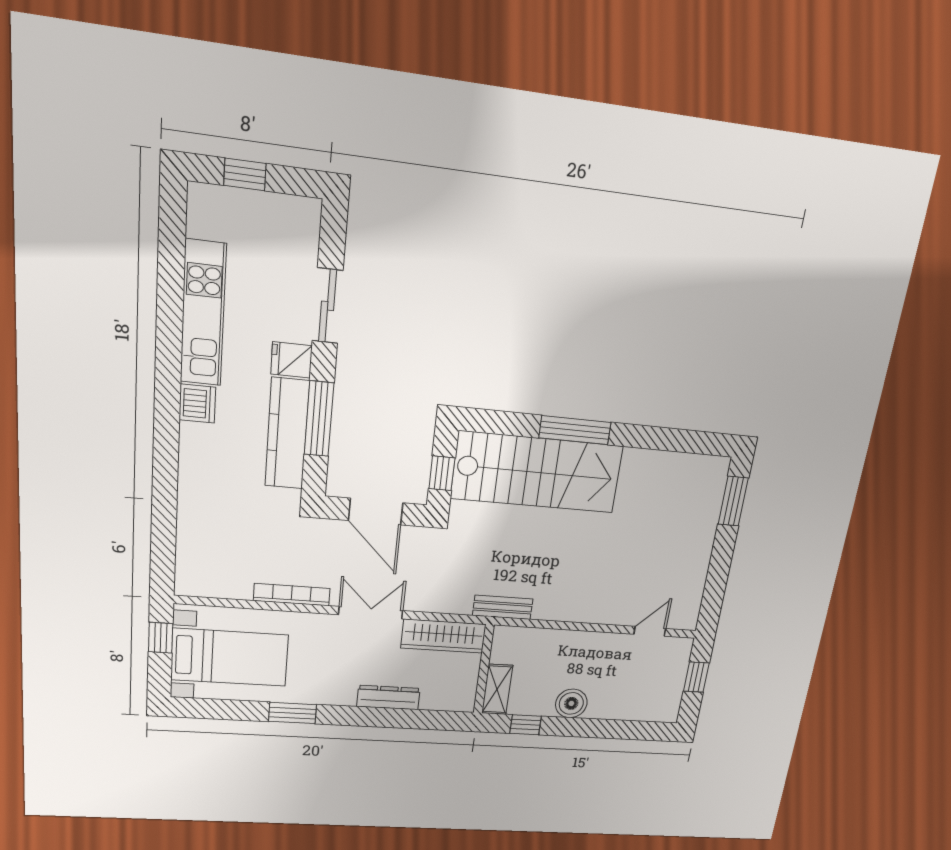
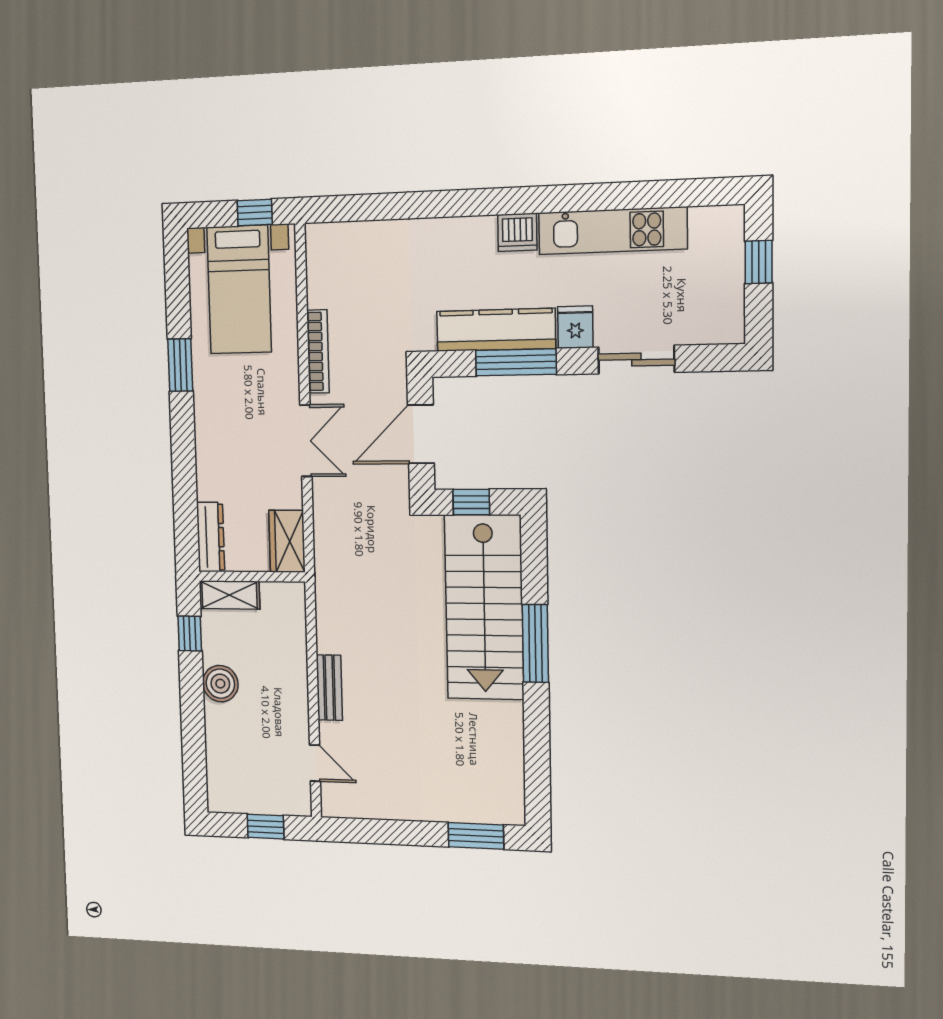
bench: (503, 607) -> (329, 688), moved
wardrobe: (443, 636) -> (287, 541), width x0.67
dresser: (388, 698) -> (211, 537), moved

